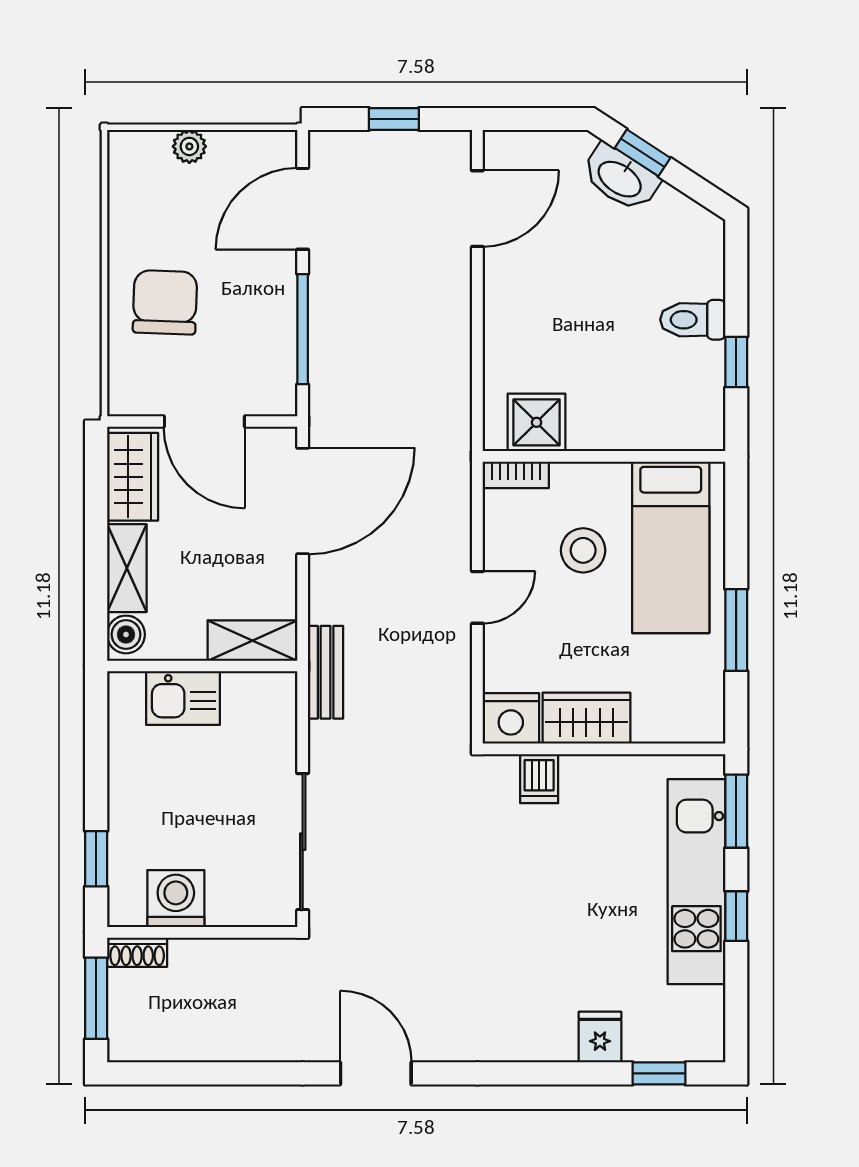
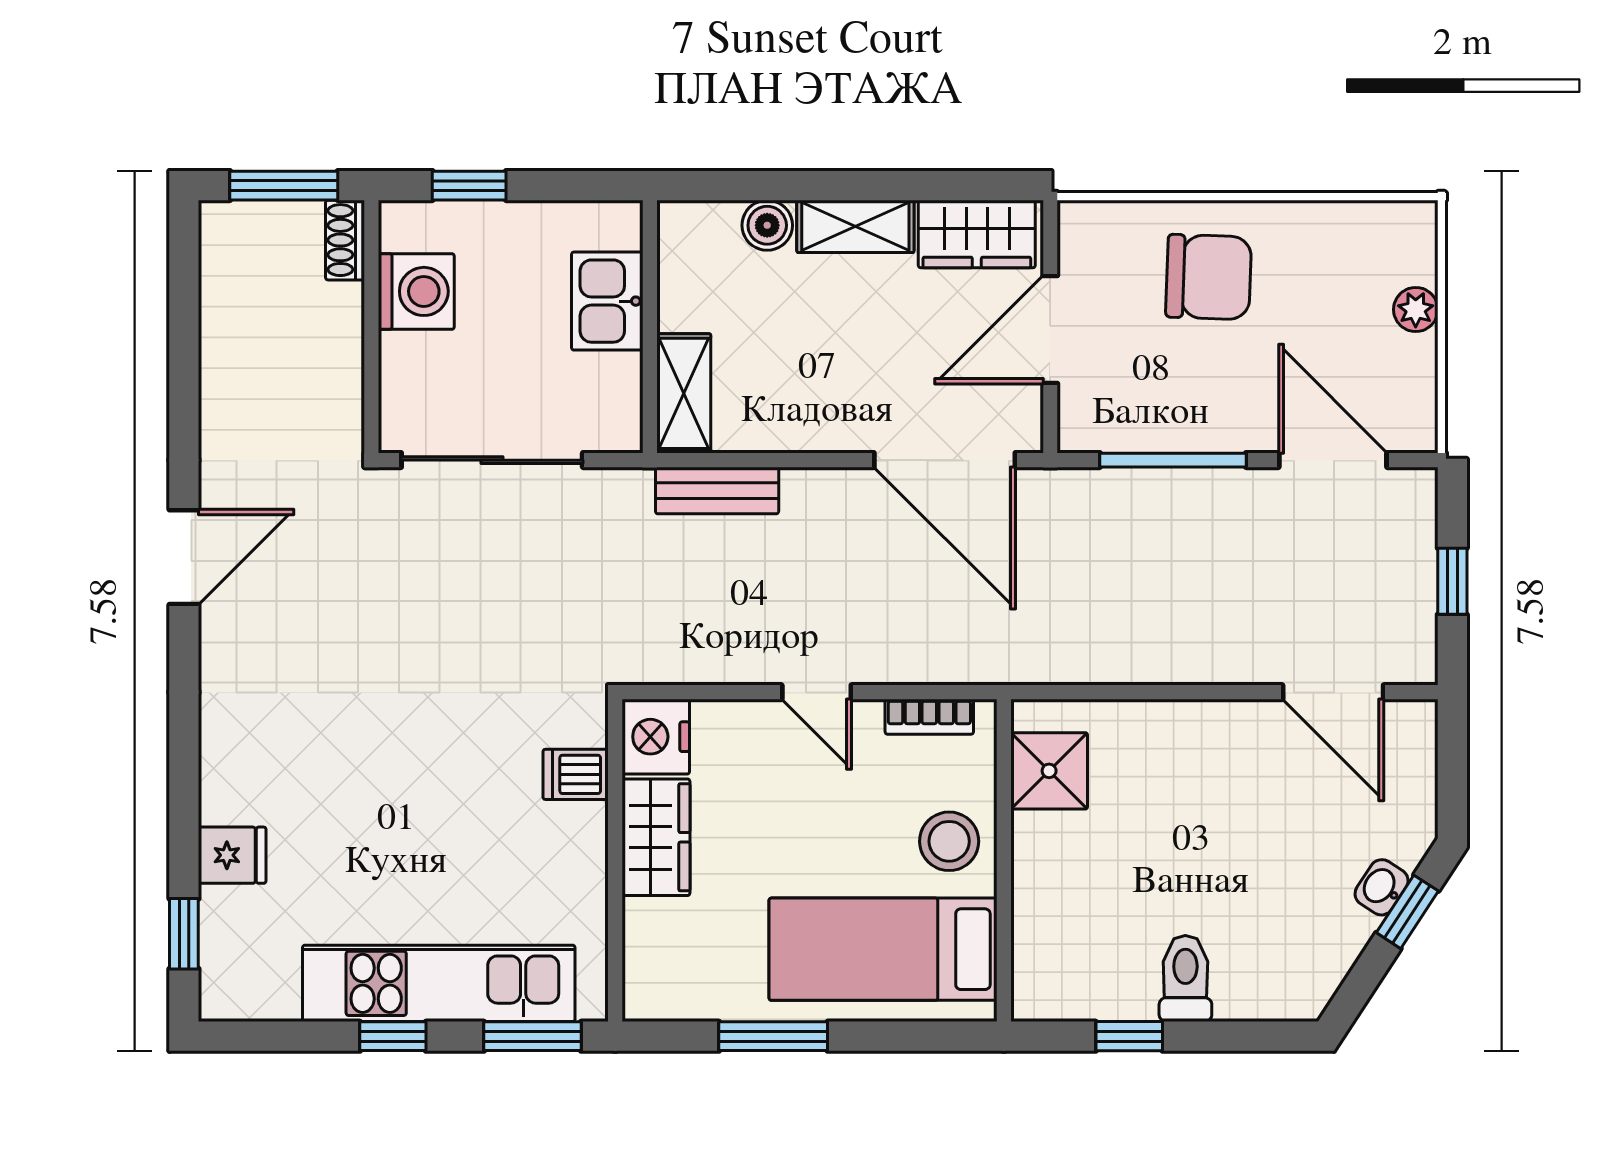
washbasin: (620, 178) -> (1382, 887), width x0.52, depth x0.69
bookcase: (516, 475) -> (929, 717), moved, turned -90
stool: (583, 550) -> (949, 841), moved
shelving: (252, 641) -> (684, 393), moved
wall: (202, 666) -> (650, 327), moved
kitchen sink: (183, 698) -> (607, 301), moved

